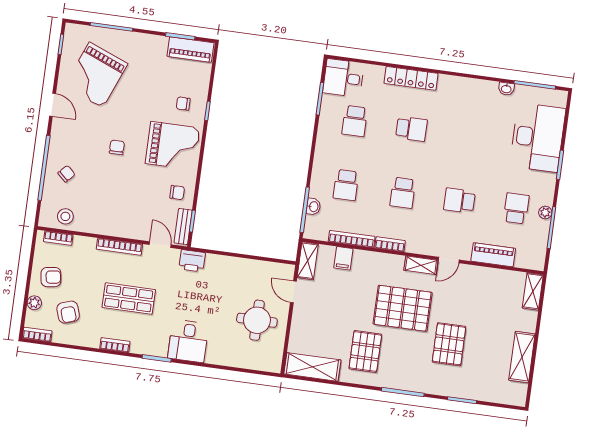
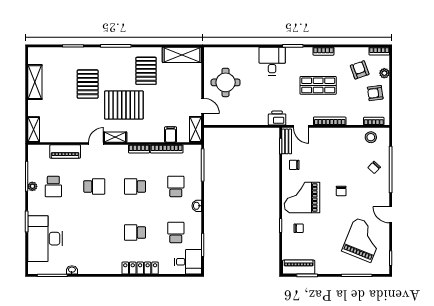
school desk: (403, 193) -> (135, 186), turned -90
washbasin: (313, 207) -> (197, 206), moved

